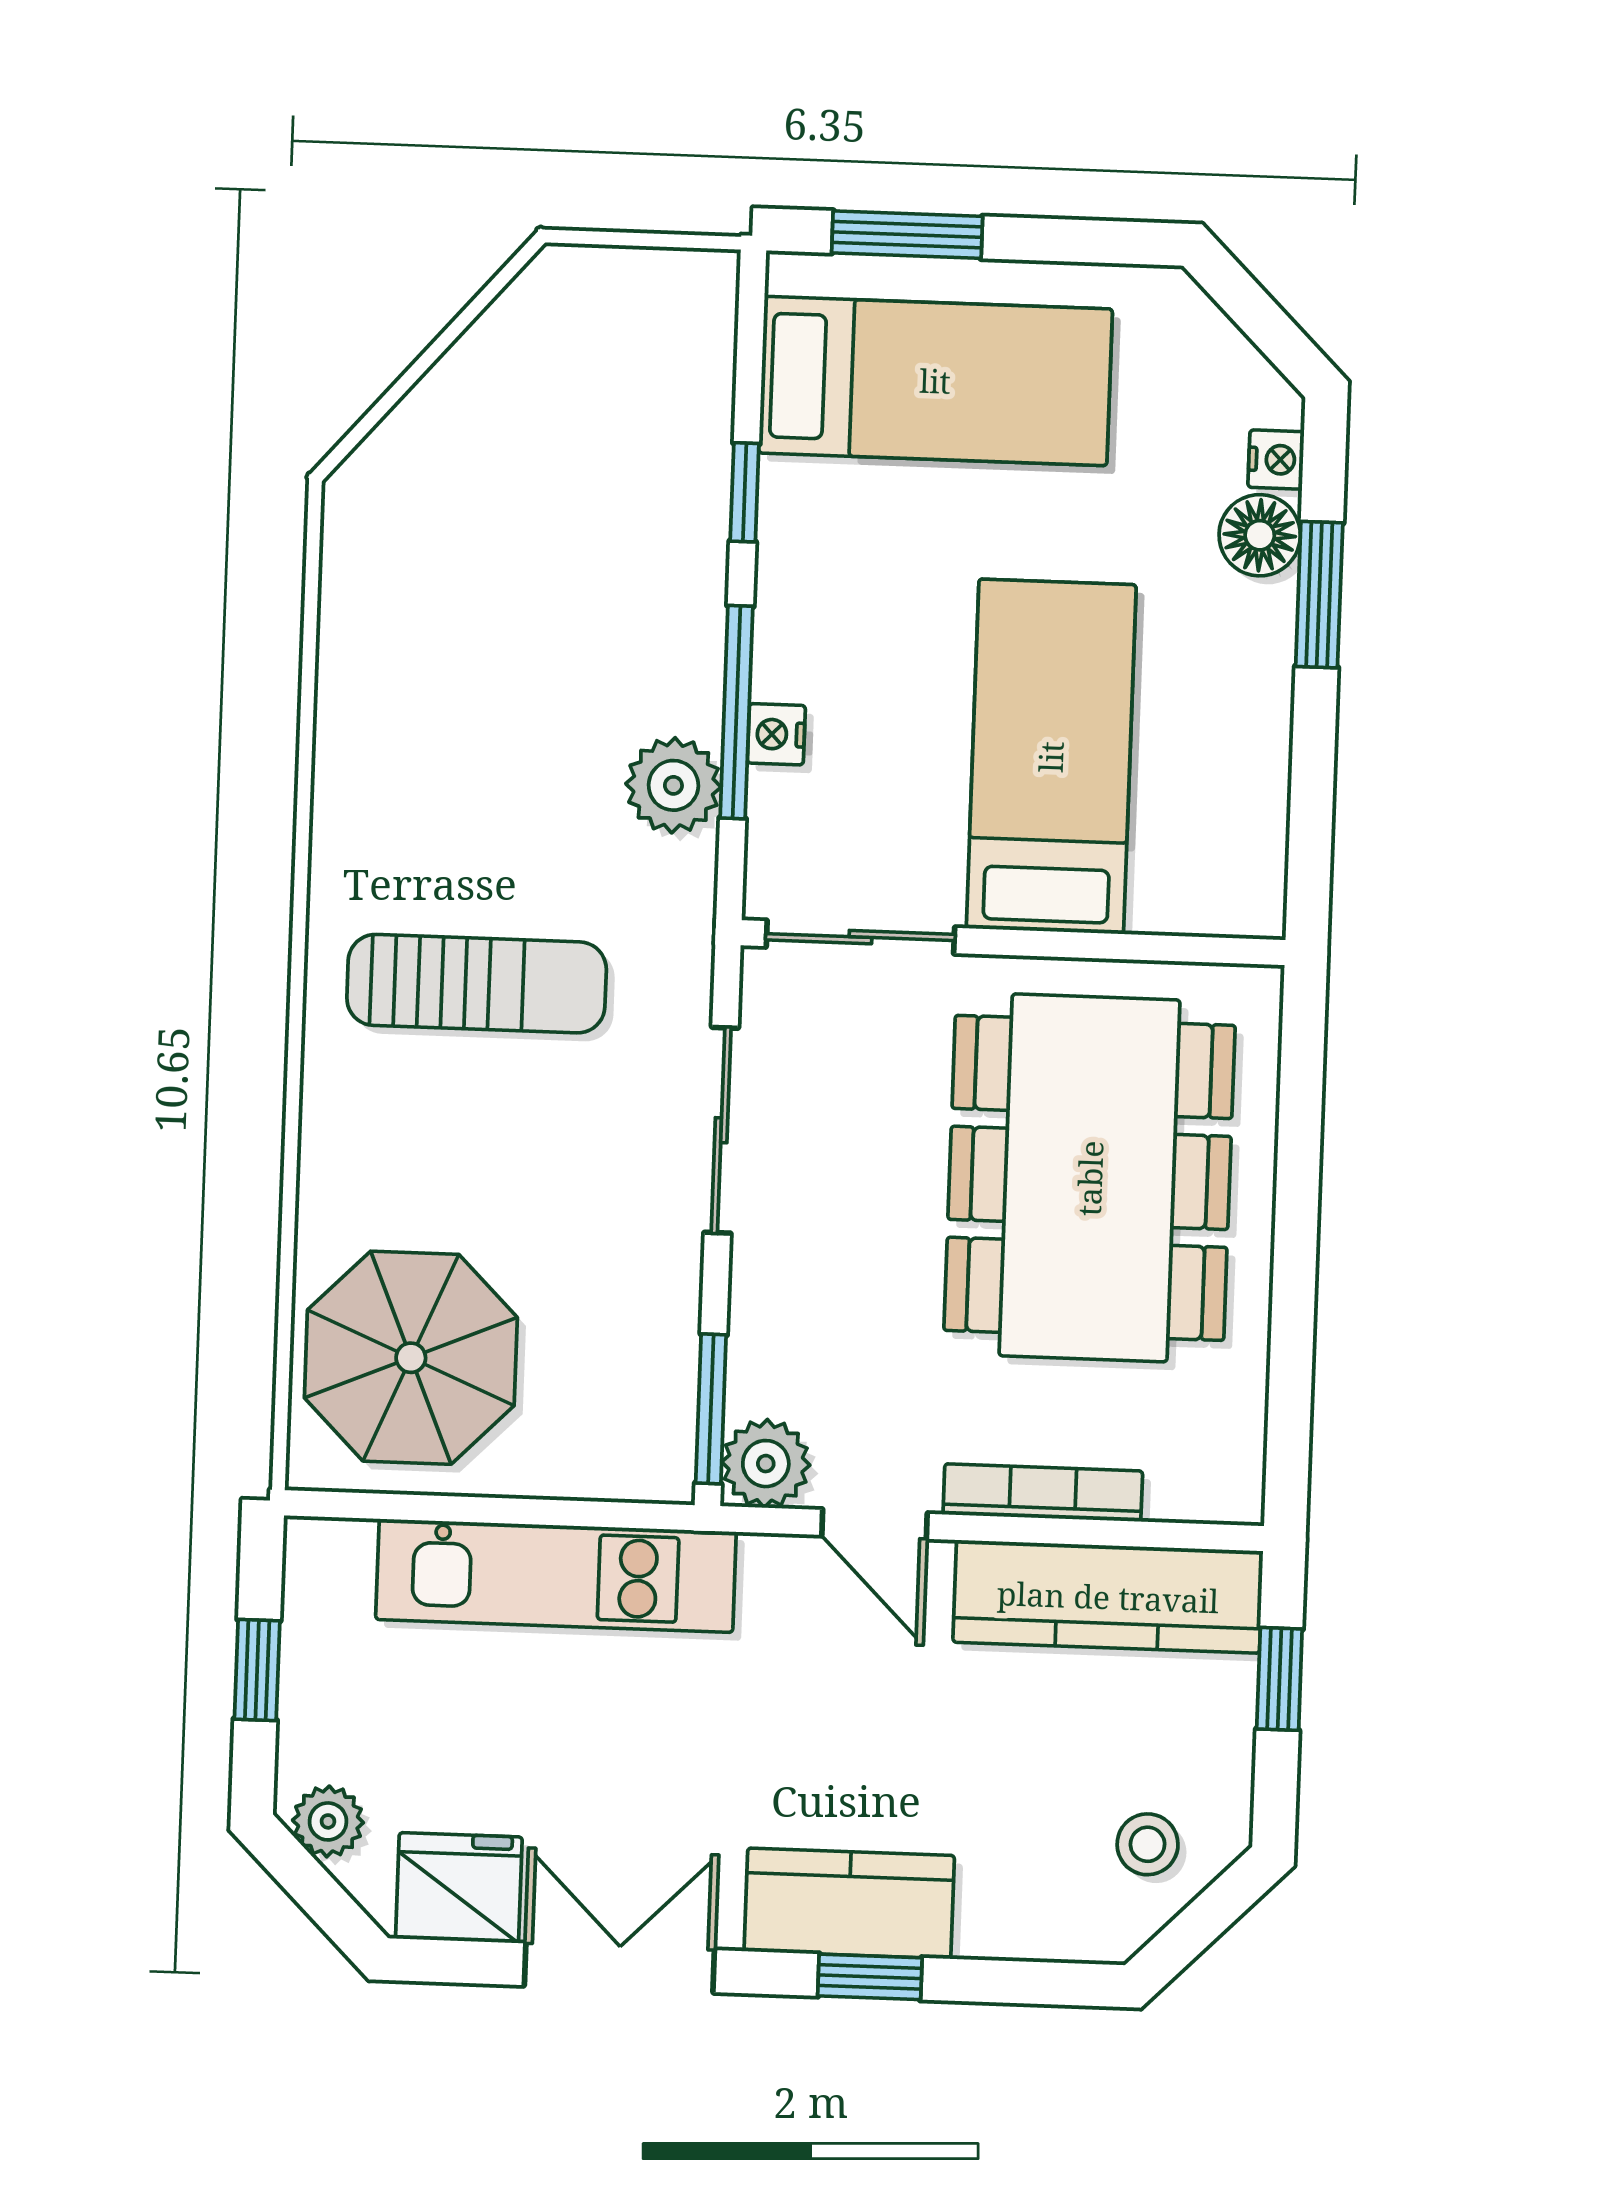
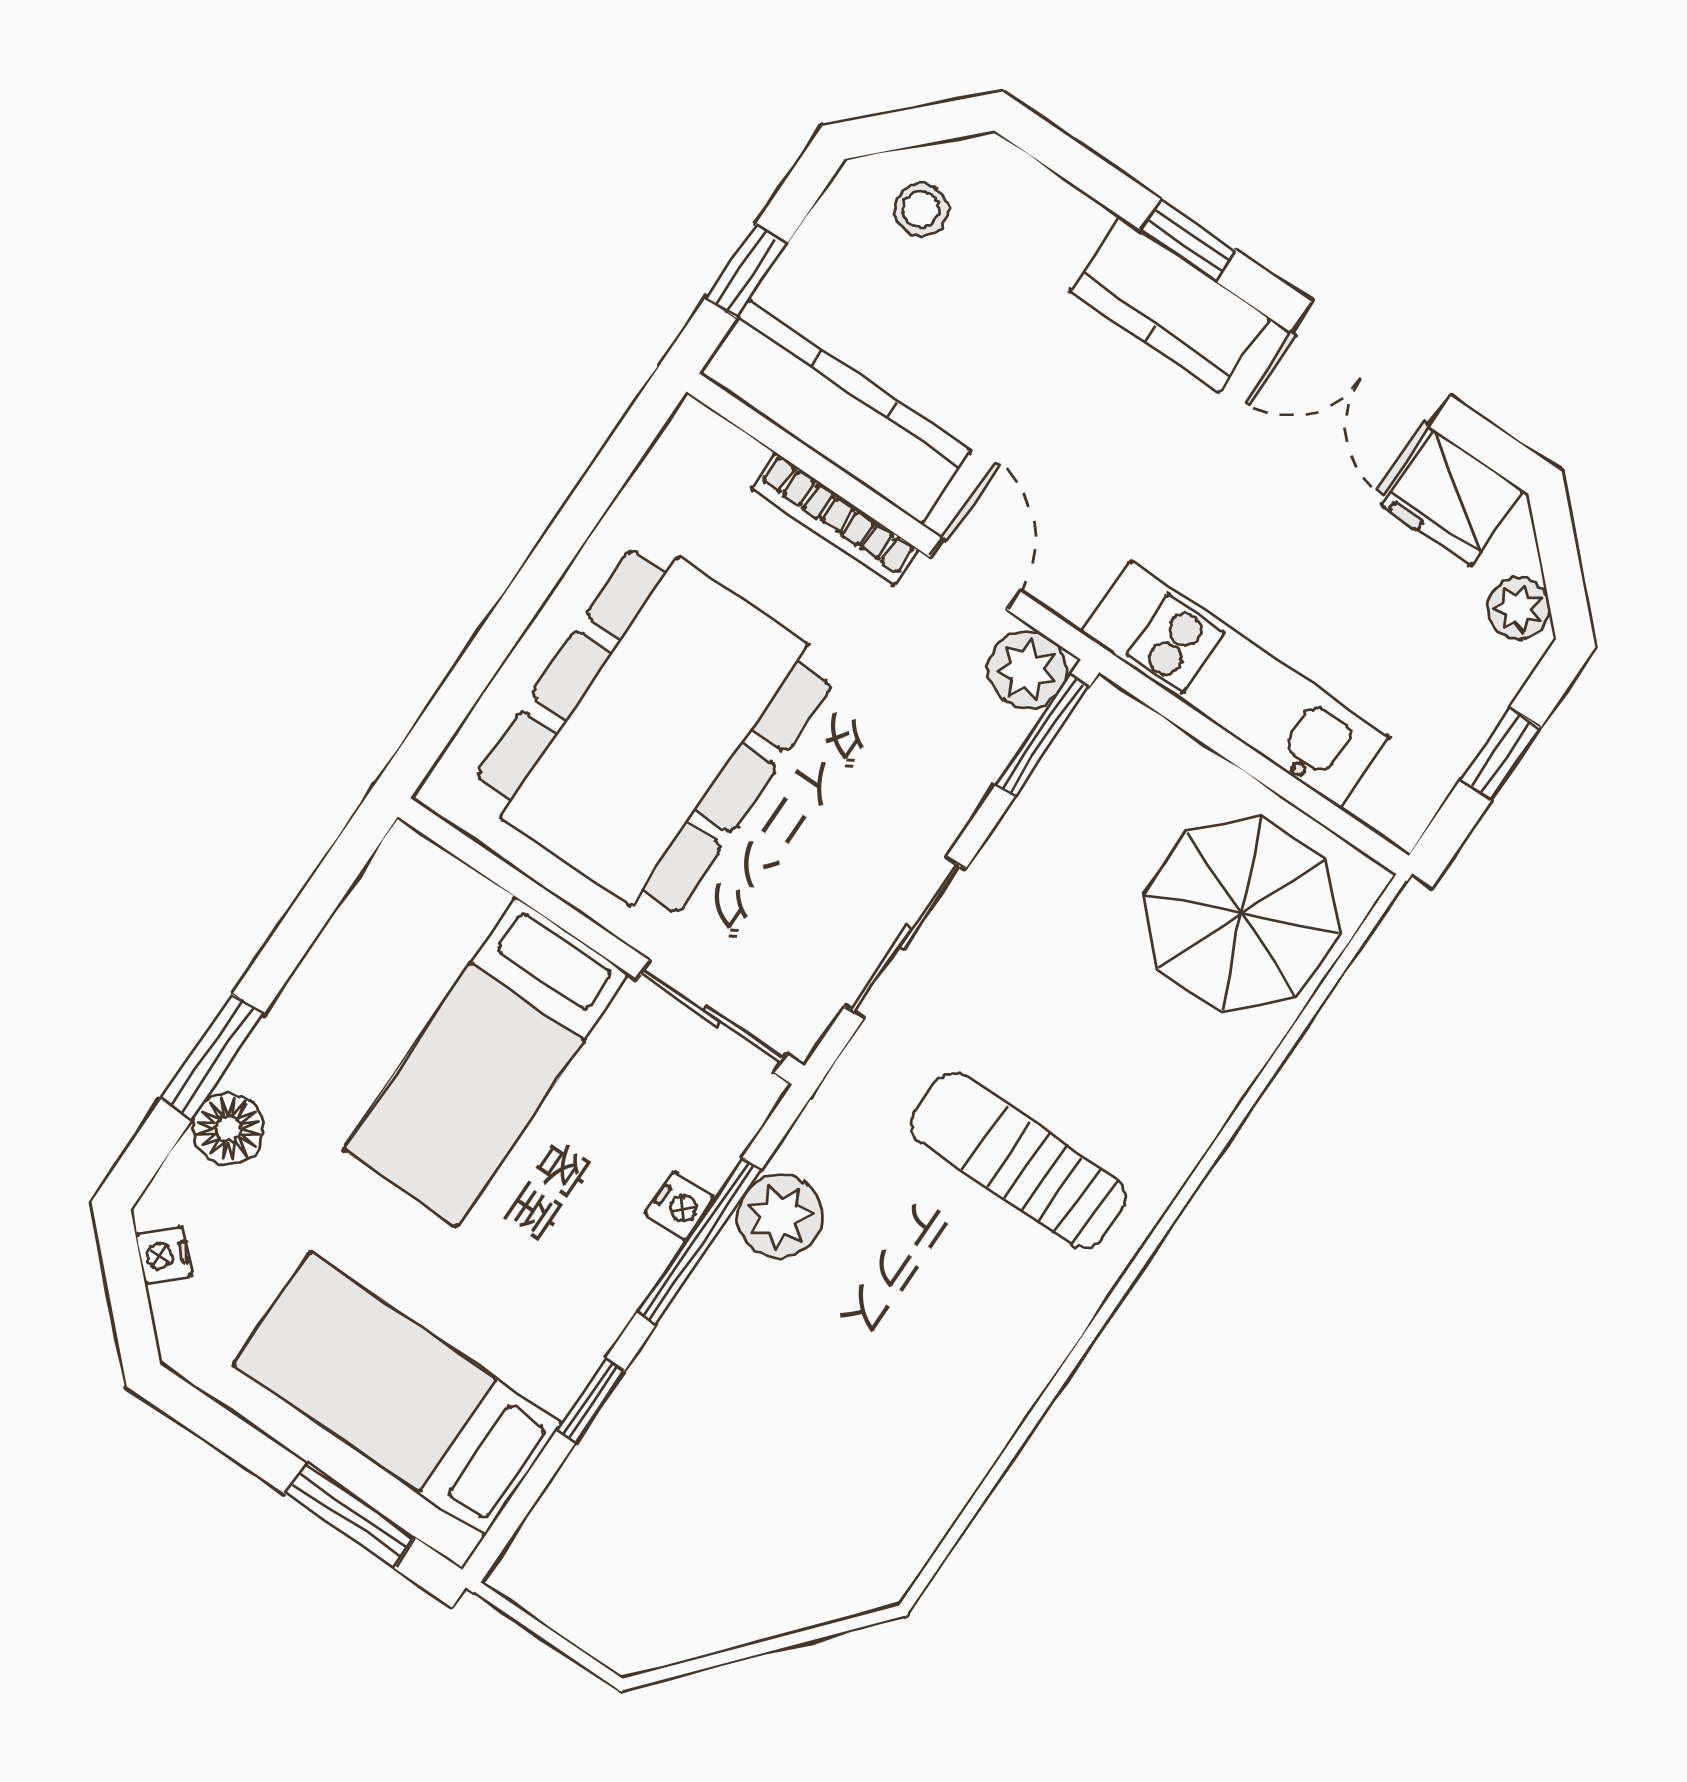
nightstand: (1276, 460) -> (163, 1256), moved, turned -45

